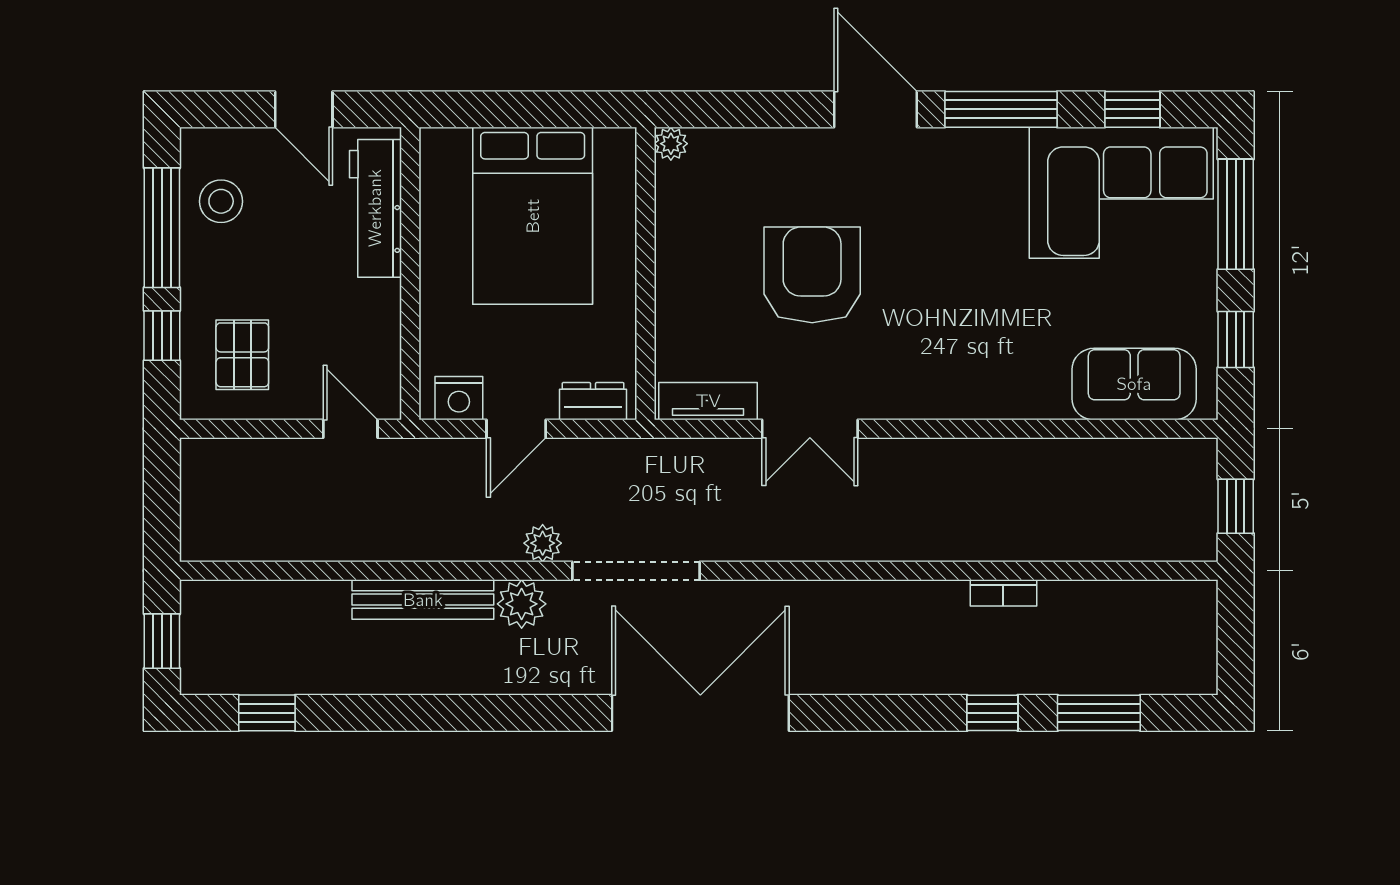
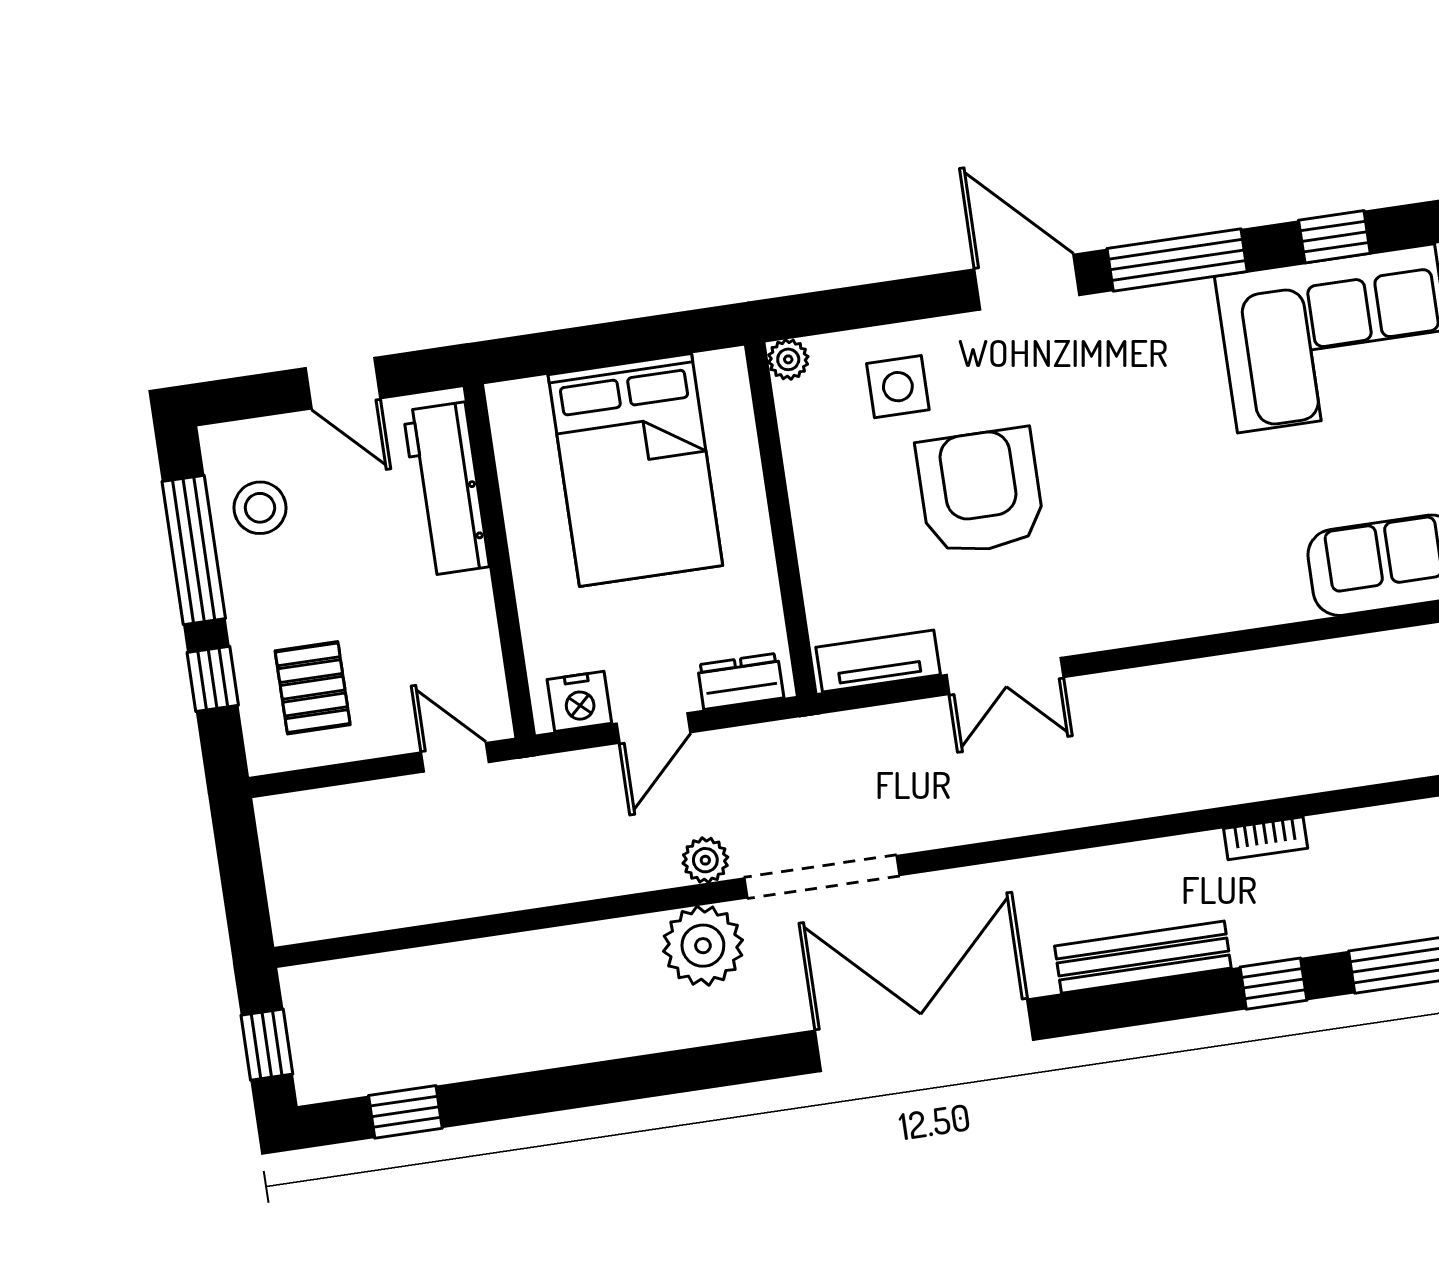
side table: (757, 179) -> (898, 387), added
bench: (423, 600) -> (1143, 957), moved
plant: (522, 604) -> (703, 946), width x1.36, depth x1.36

